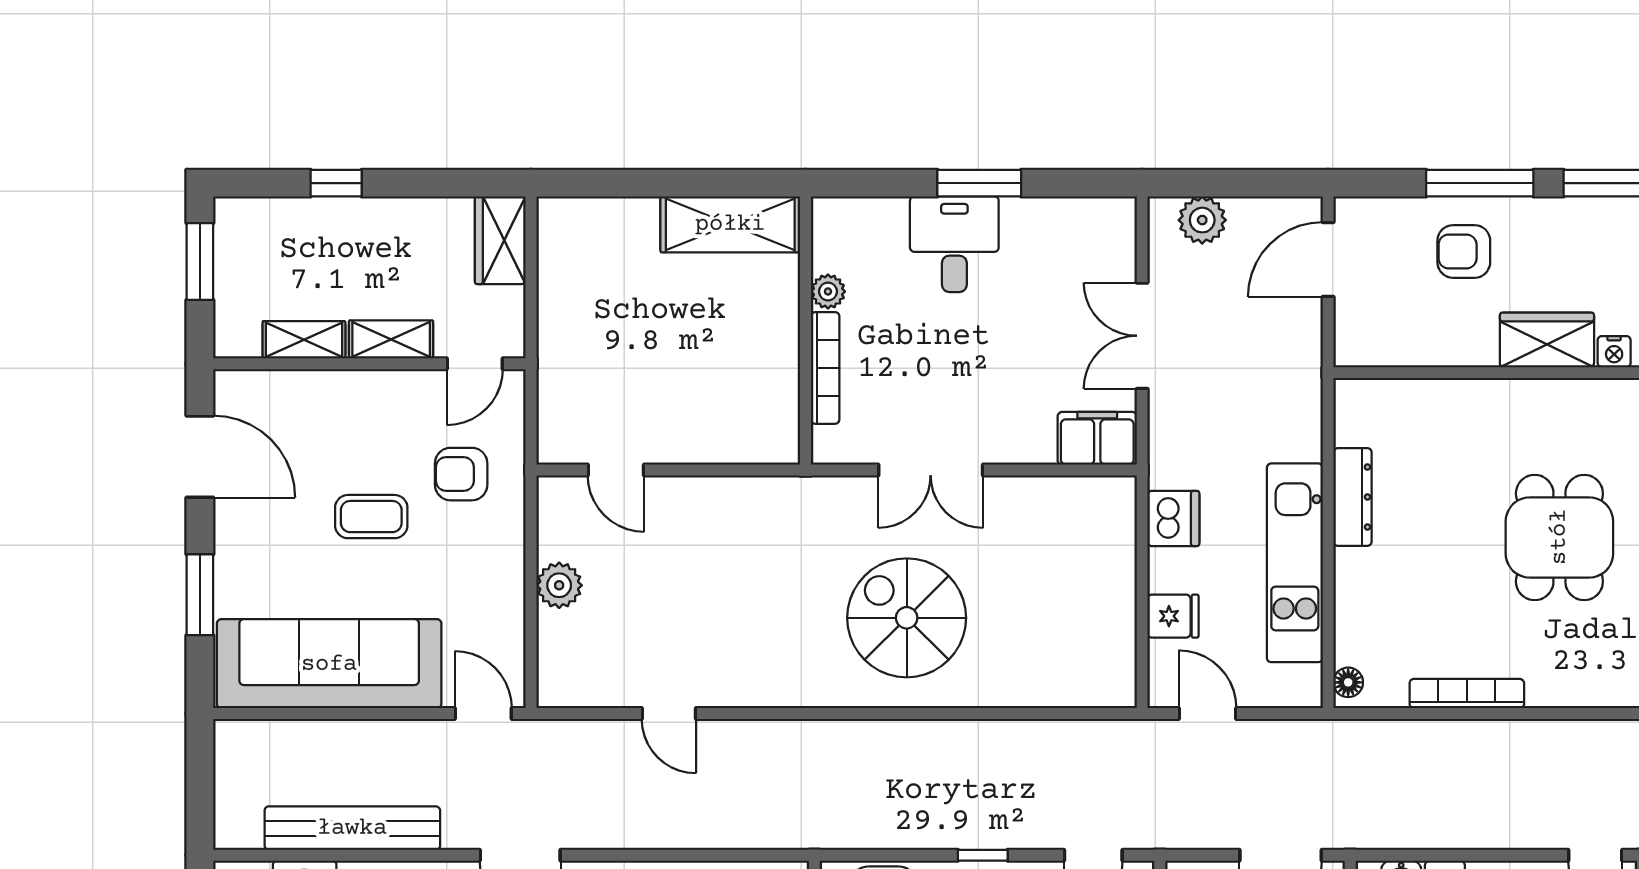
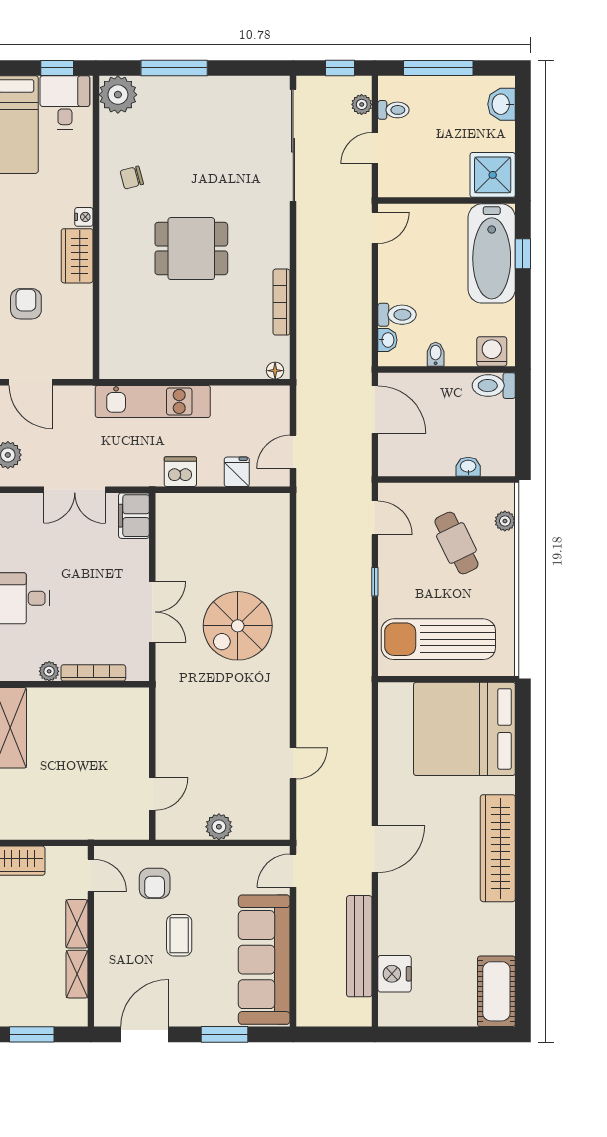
armchair: (1464, 251) -> (26, 304), turned 180
dresser: (1353, 497) -> (168, 368), removed
kitchen unit: (1295, 563) -> (153, 401), moved

